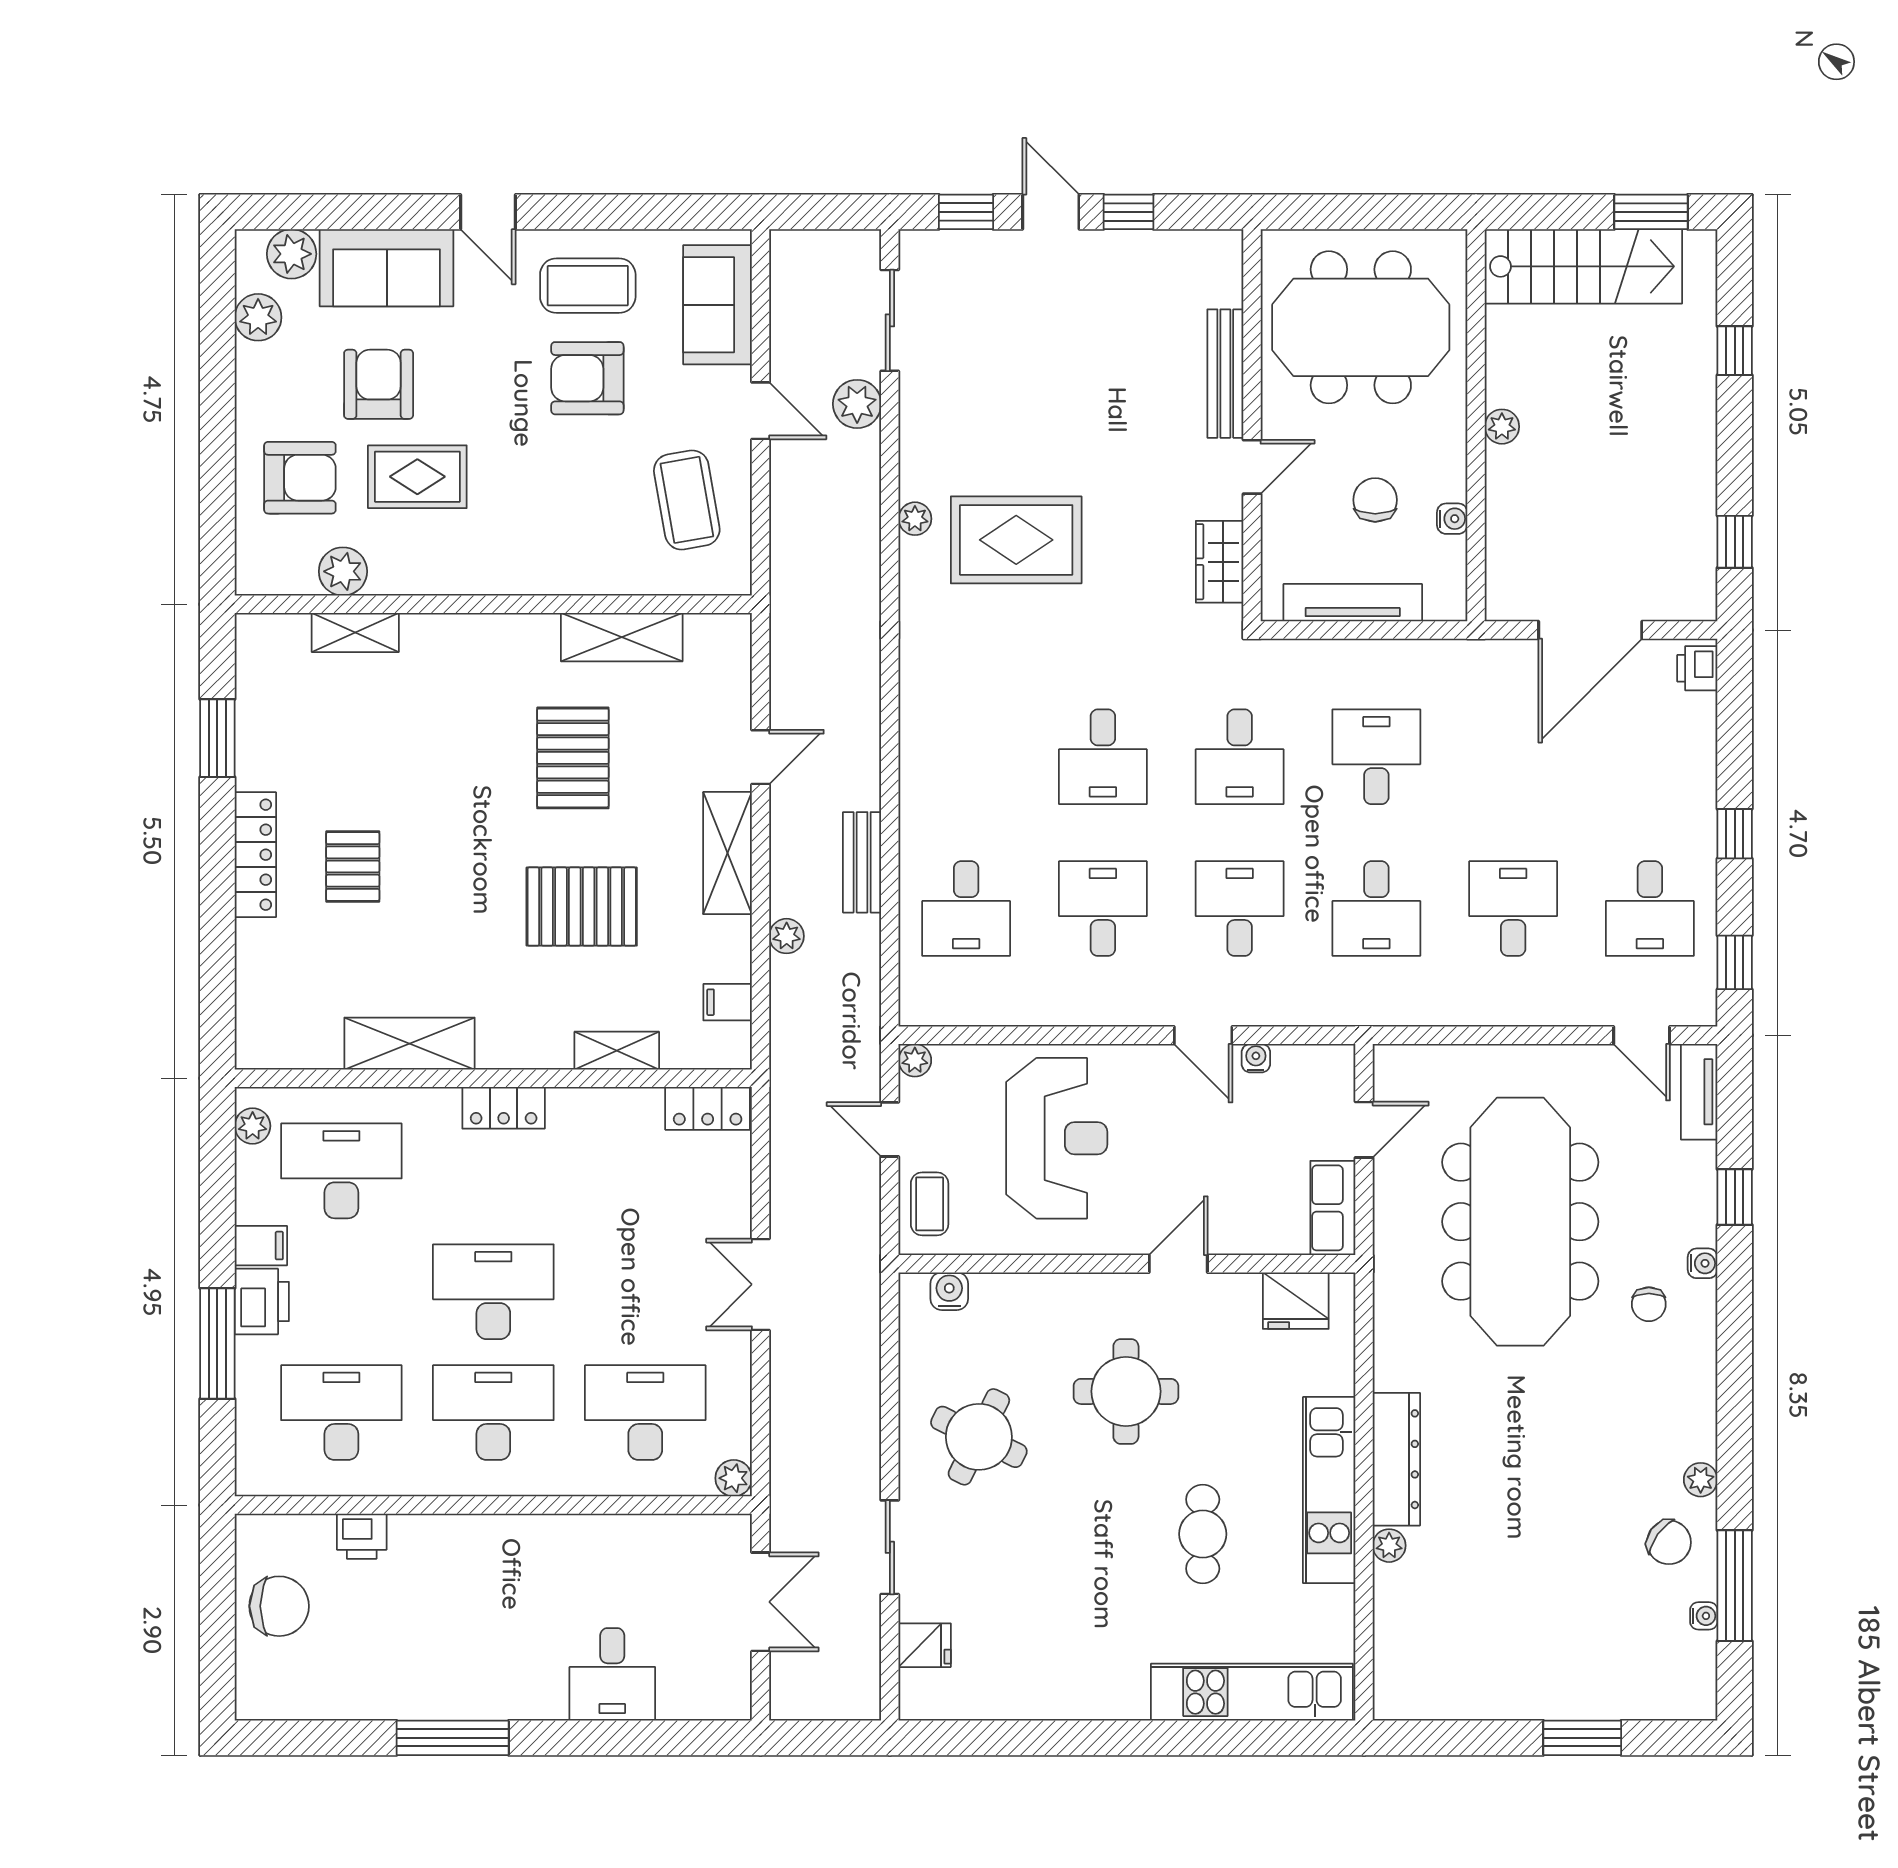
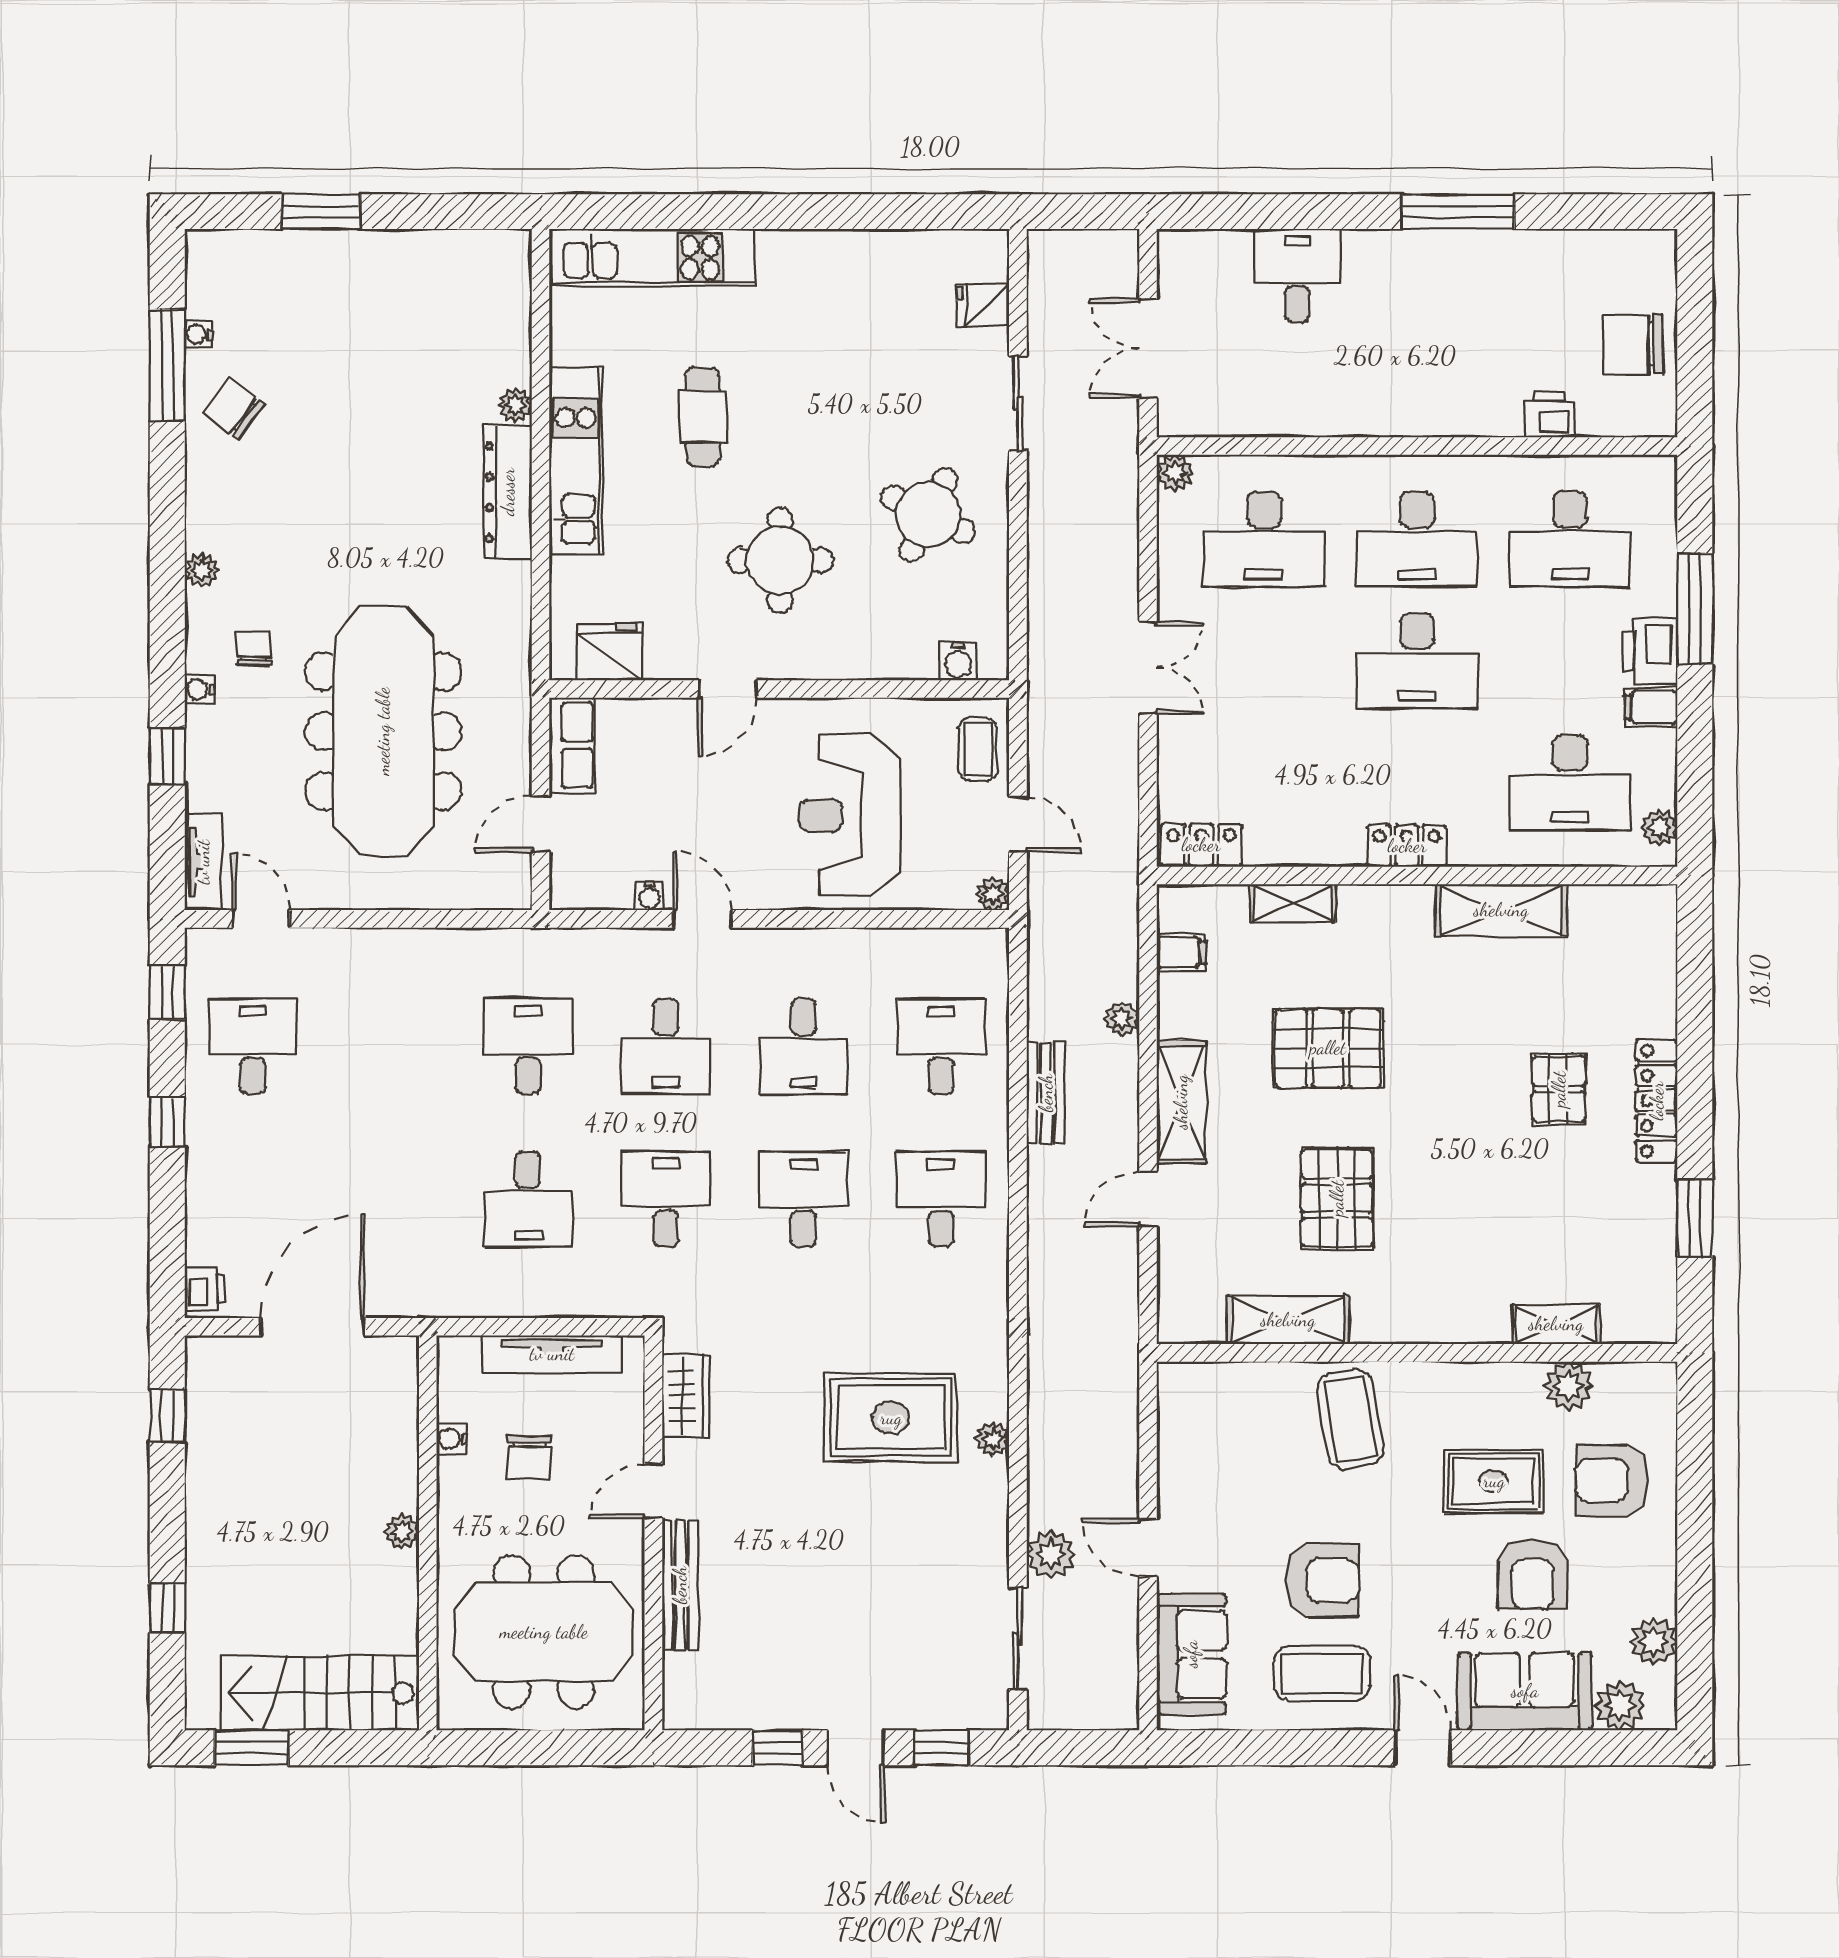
coffee table: (687, 500) -> (1350, 1419), moved
desk: (1513, 909) -> (941, 1199), moved, turned 180
plant: (1701, 1480) -> (202, 570), moved

